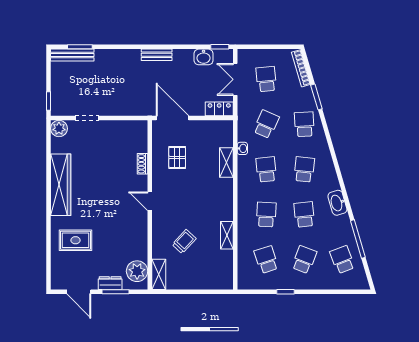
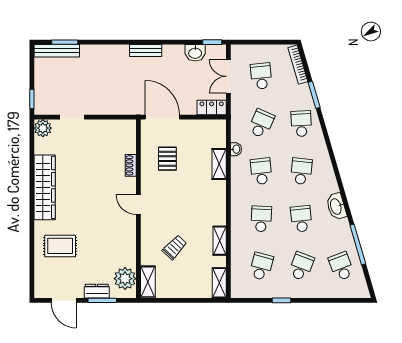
school desk: (266, 260) -> (261, 266), turned 33
shelving: (226, 275) -> (219, 283), added

